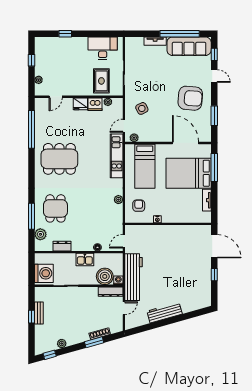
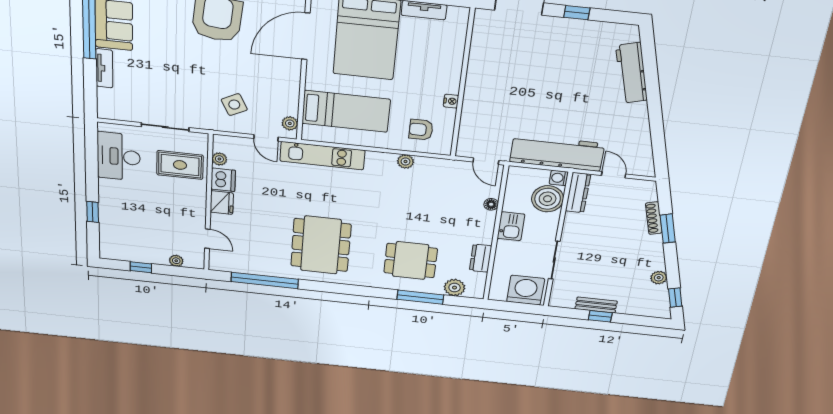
workbench: (165, 313) -> (632, 73), moved

